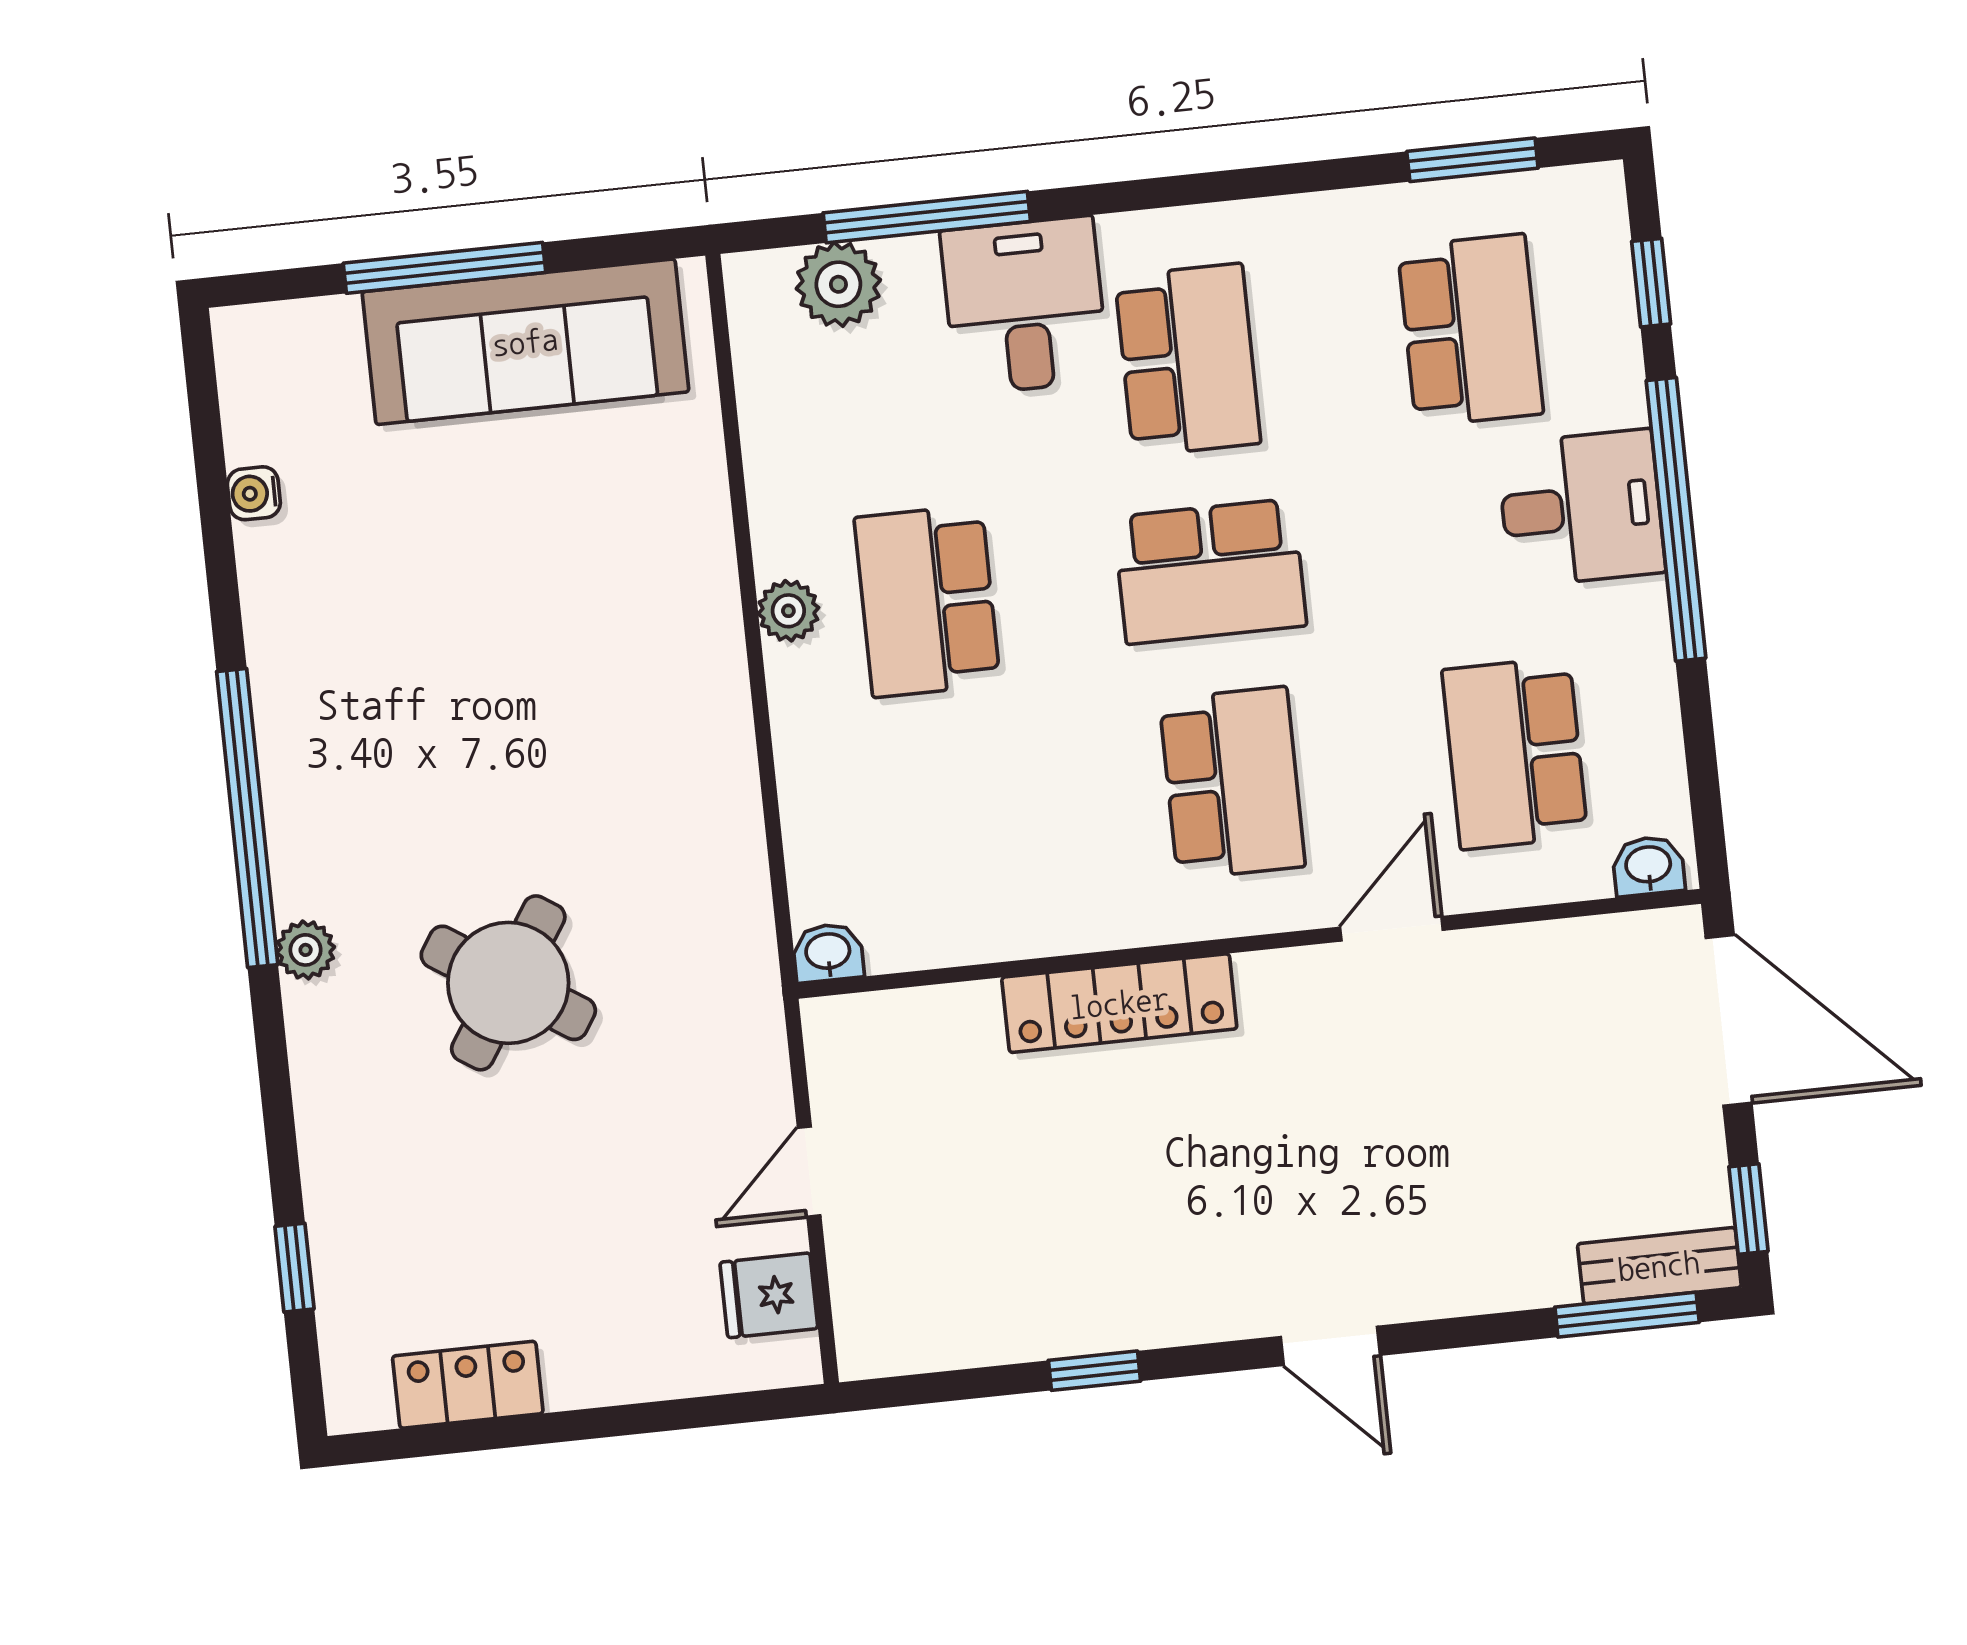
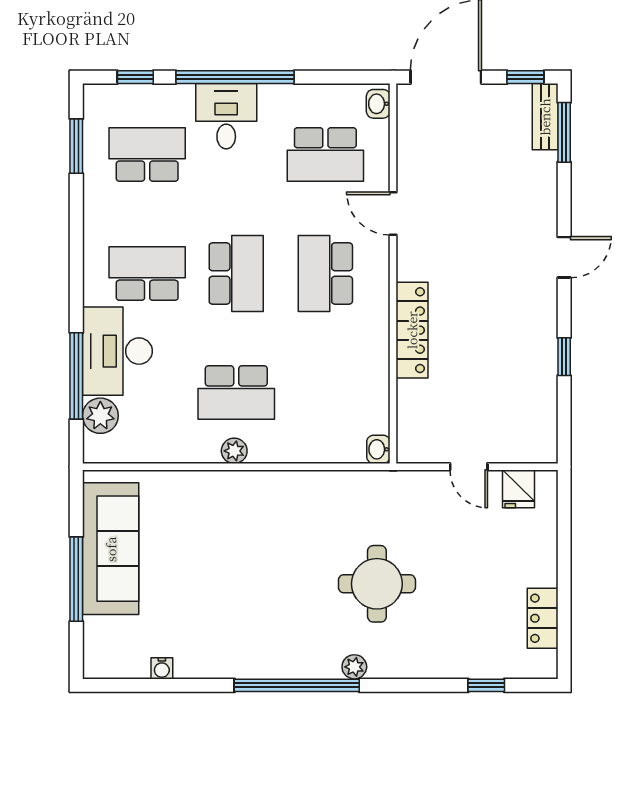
desk: (1025, 306) -> (117, 351), width x1.37
school desk: (1232, 783) -> (325, 274), turned -90
round table: (508, 983) -> (377, 584), turned -33

